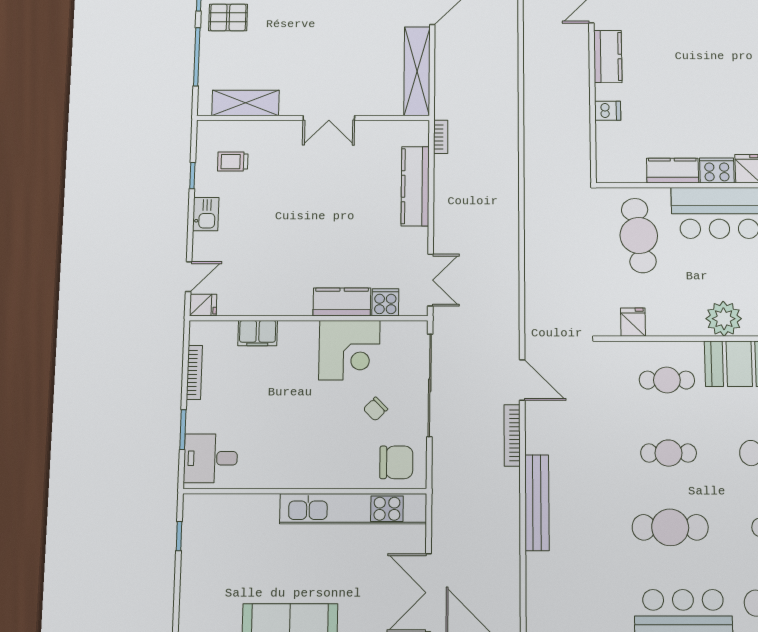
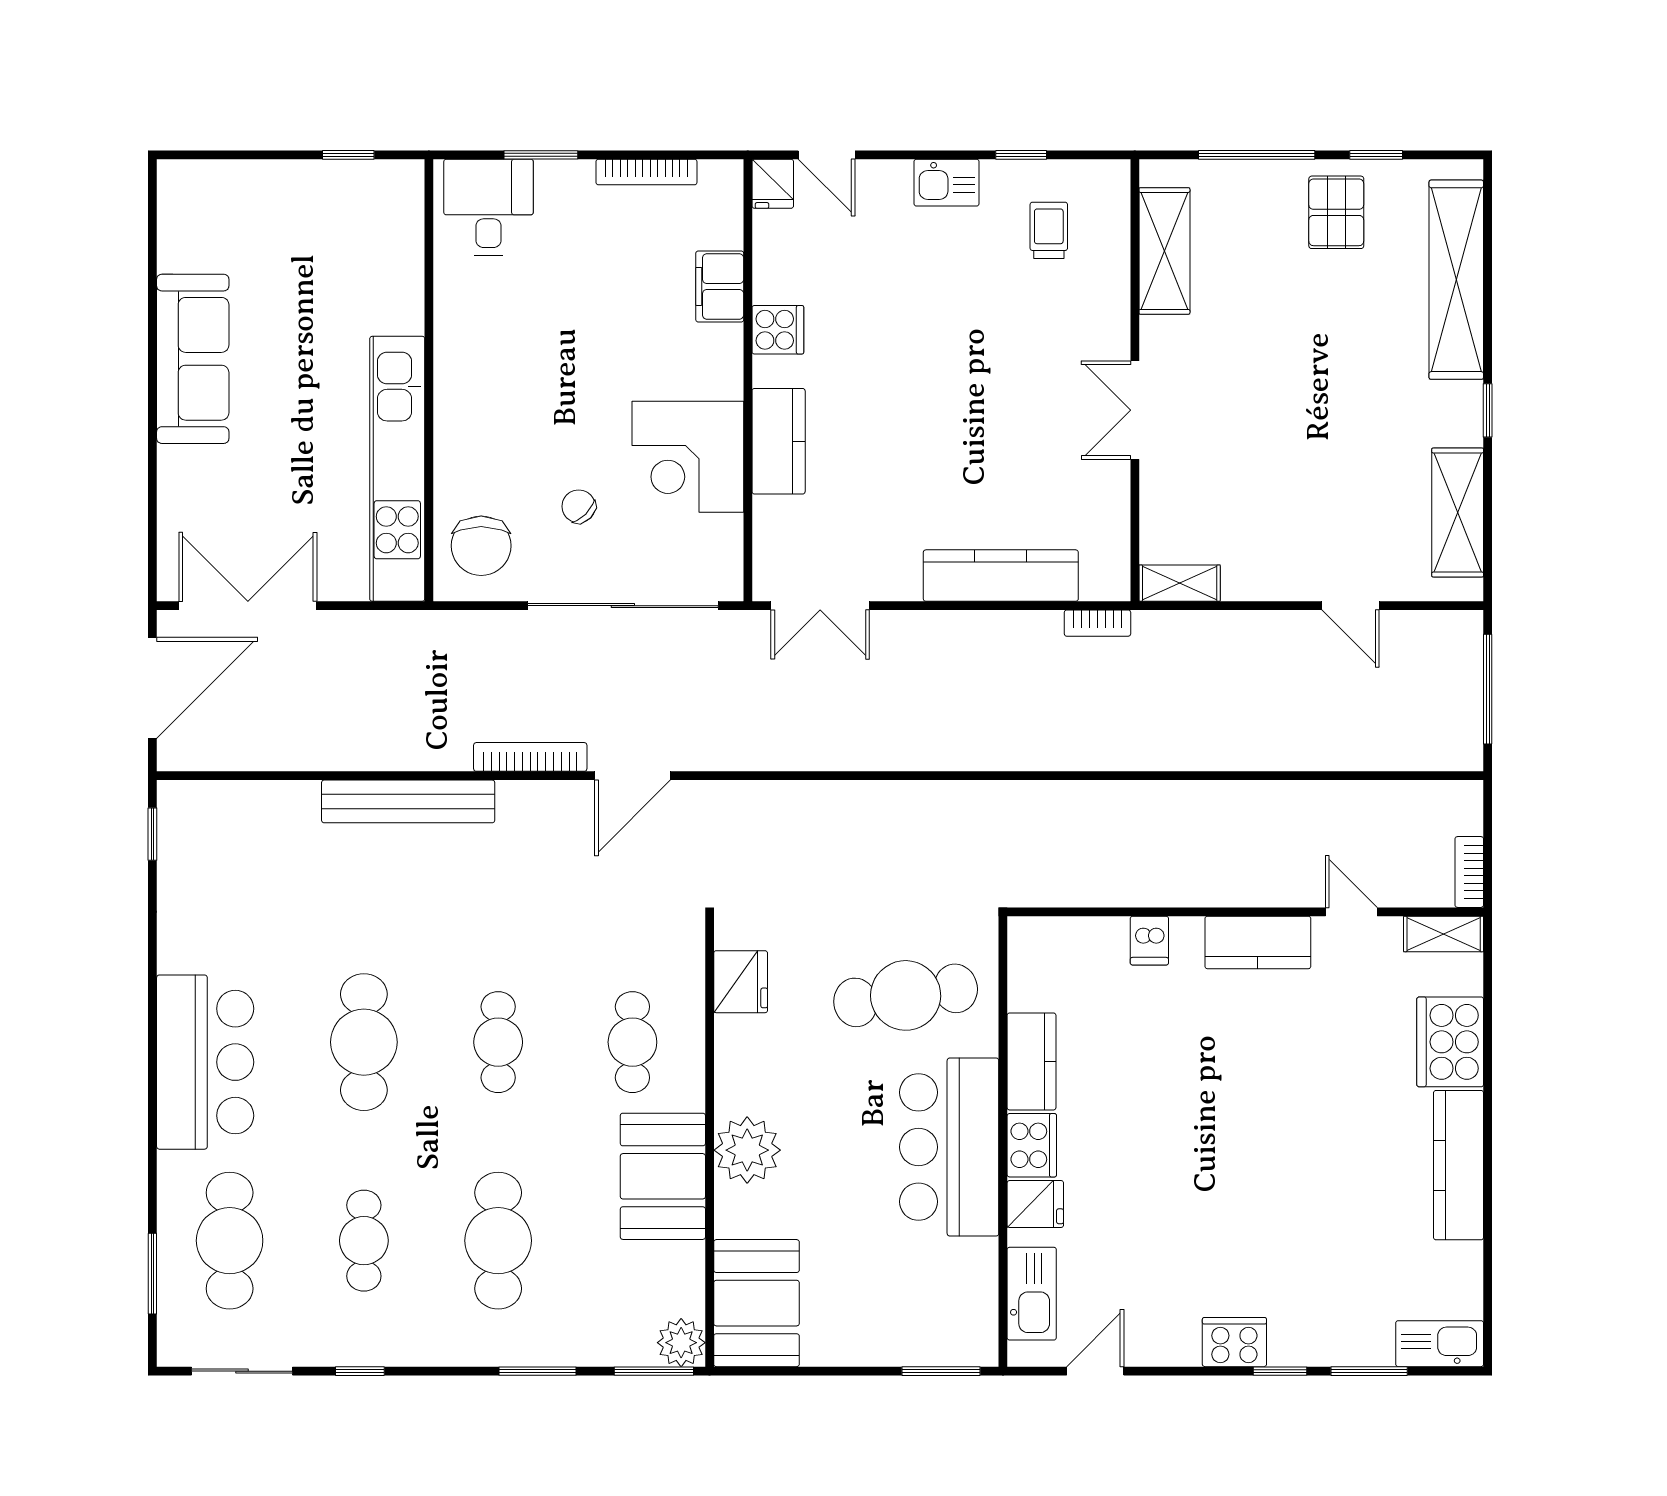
shelving: (417, 71) -> (1180, 583), width x0.45, depth x0.75
cooker: (385, 302) -> (778, 330), moved
fridge: (633, 322) -> (741, 982), width x1.38

